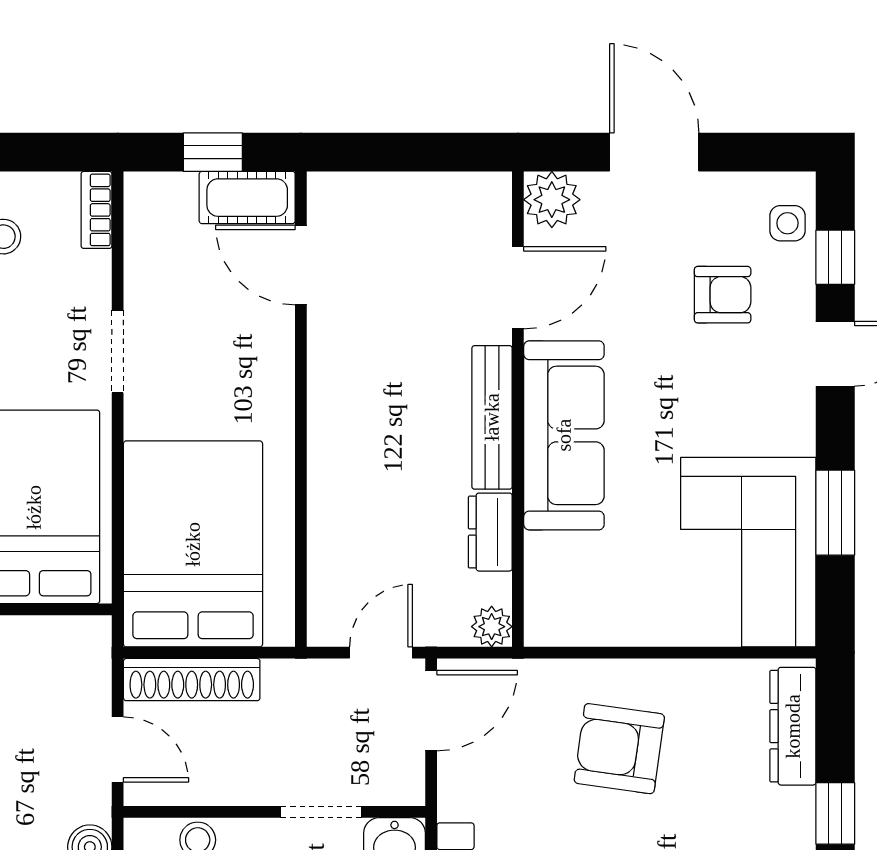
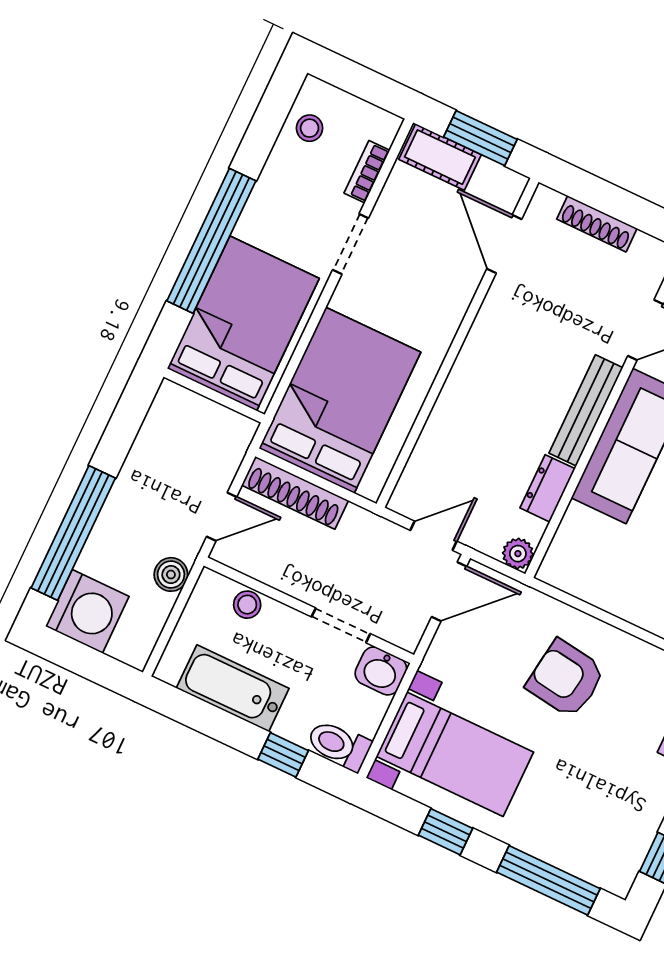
window: (213, 152) -> (480, 138), width x1.50
shoe rack: (400, 189) -> (597, 224), added
cot: (247, 198) -> (440, 157), moved
bookcase: (97, 210) -> (367, 172), moved
door: (118, 749) -> (222, 517), hinge flipped

